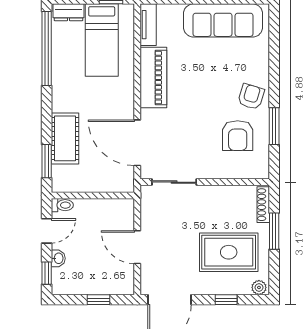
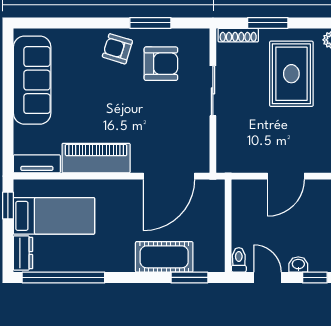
sliding door: (174, 182) -> (213, 91), moved

